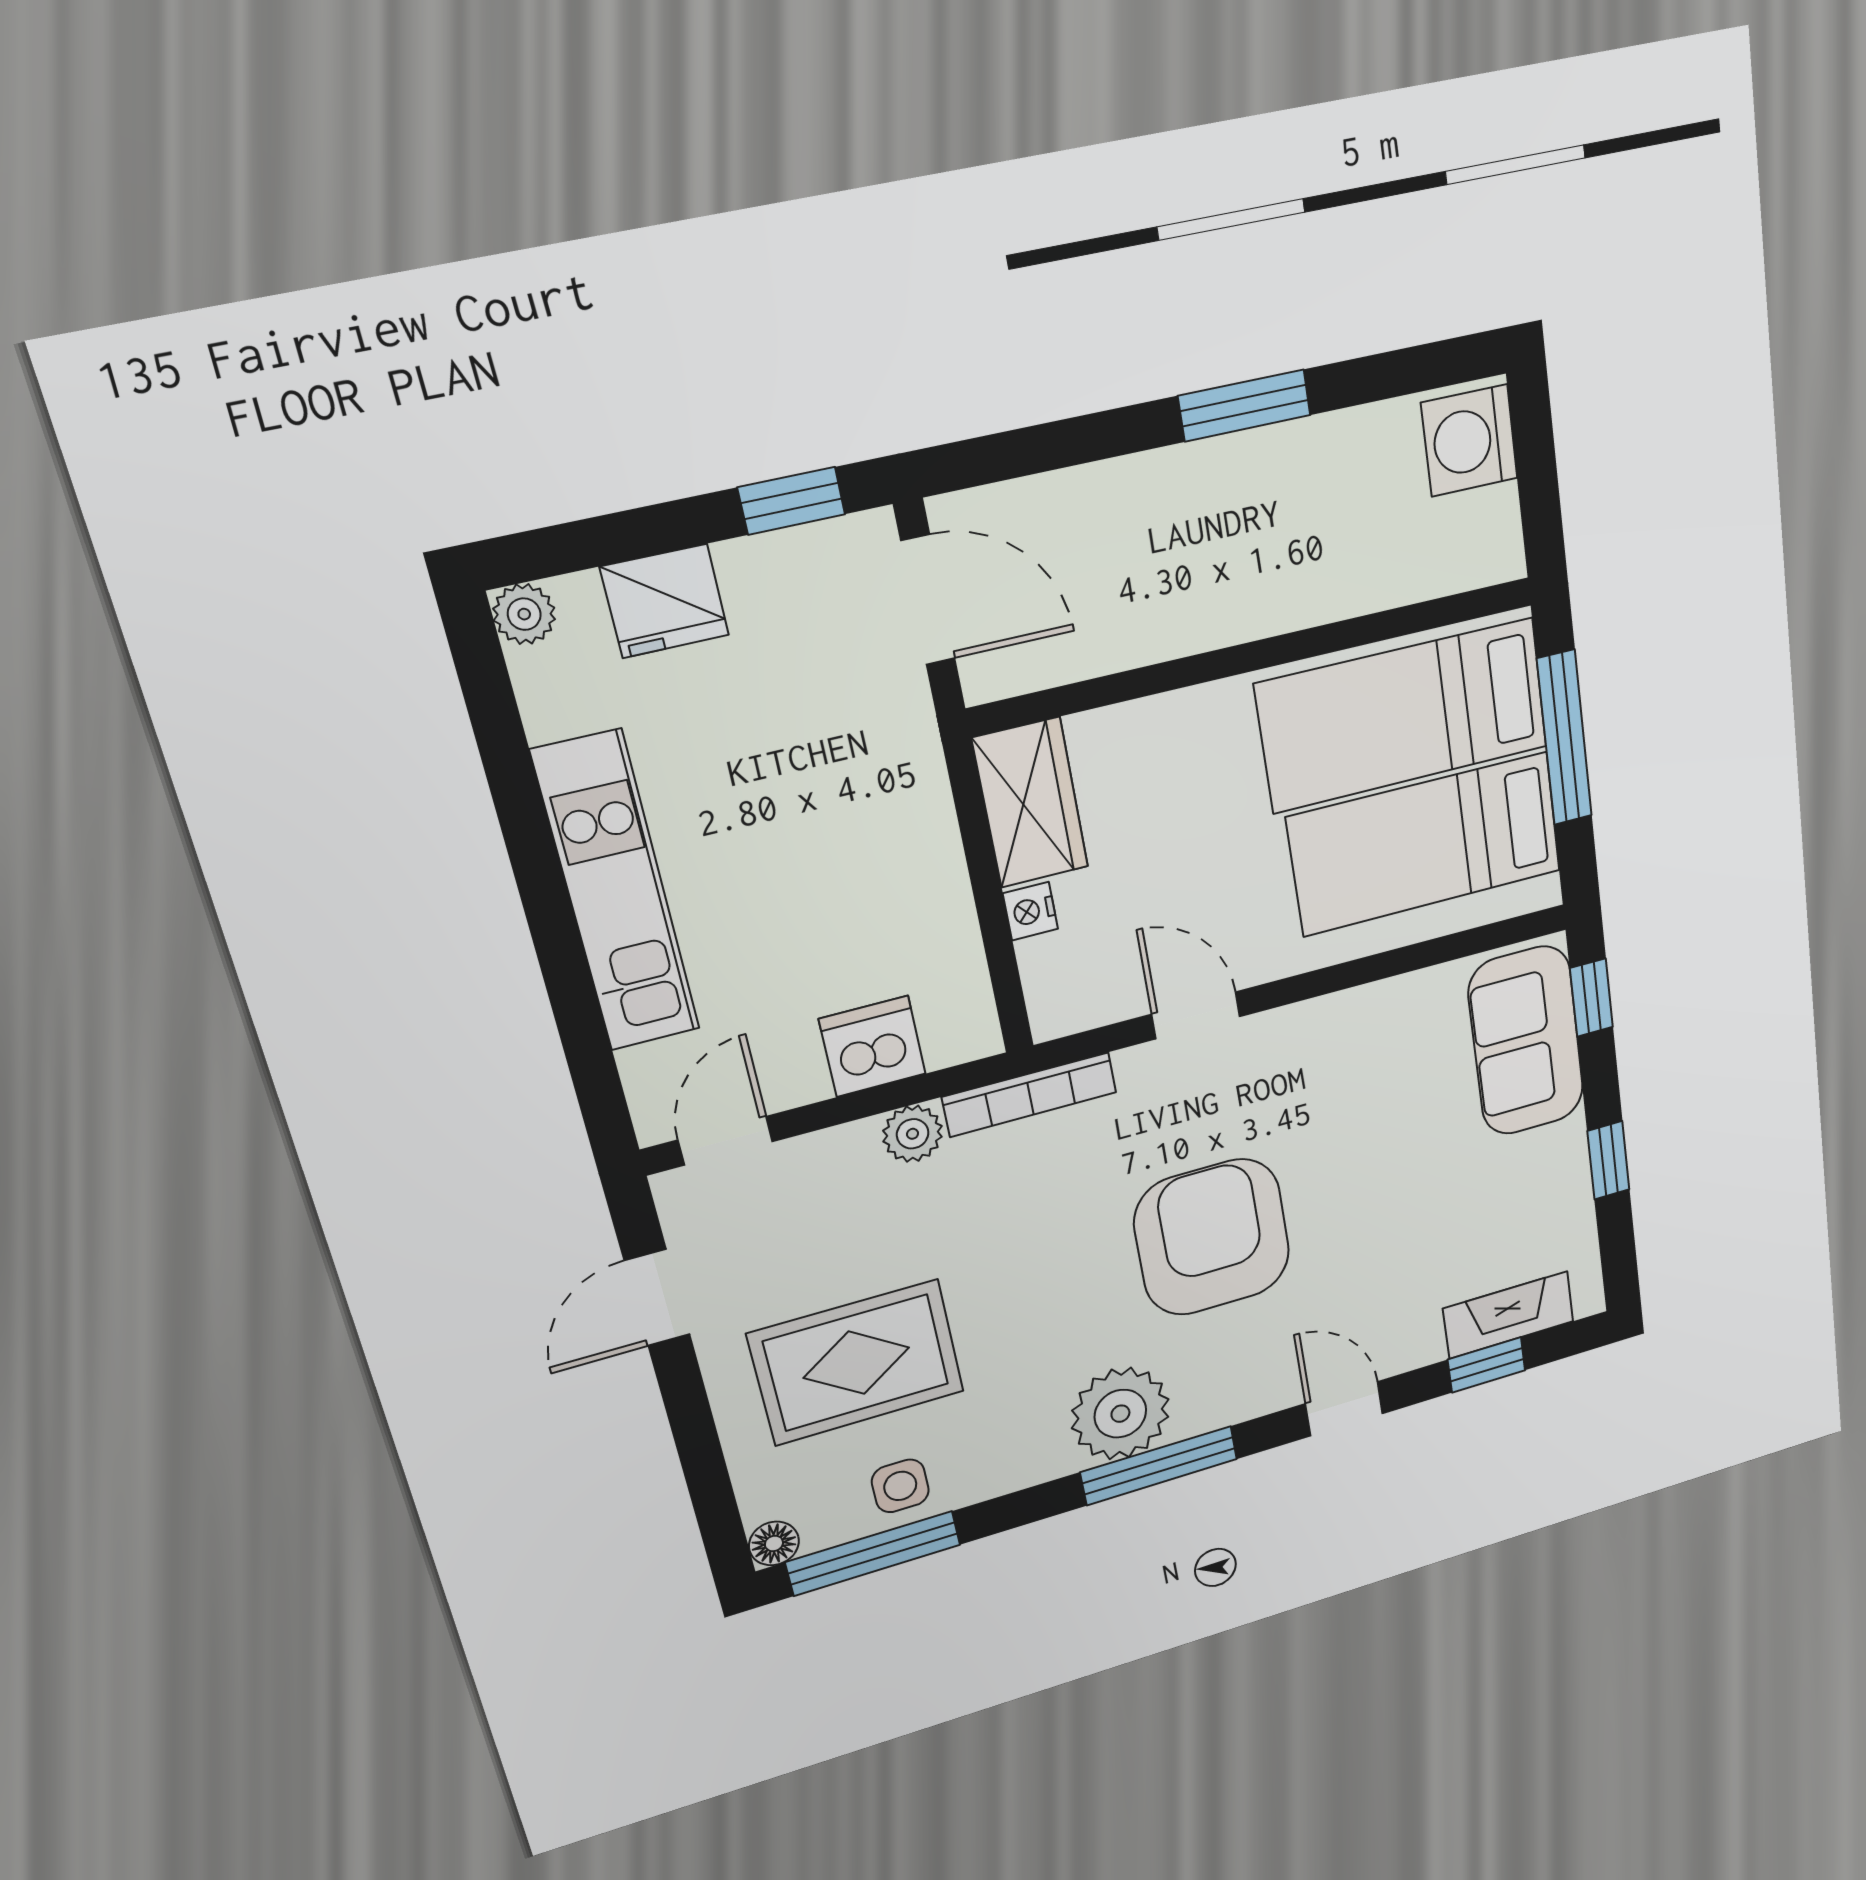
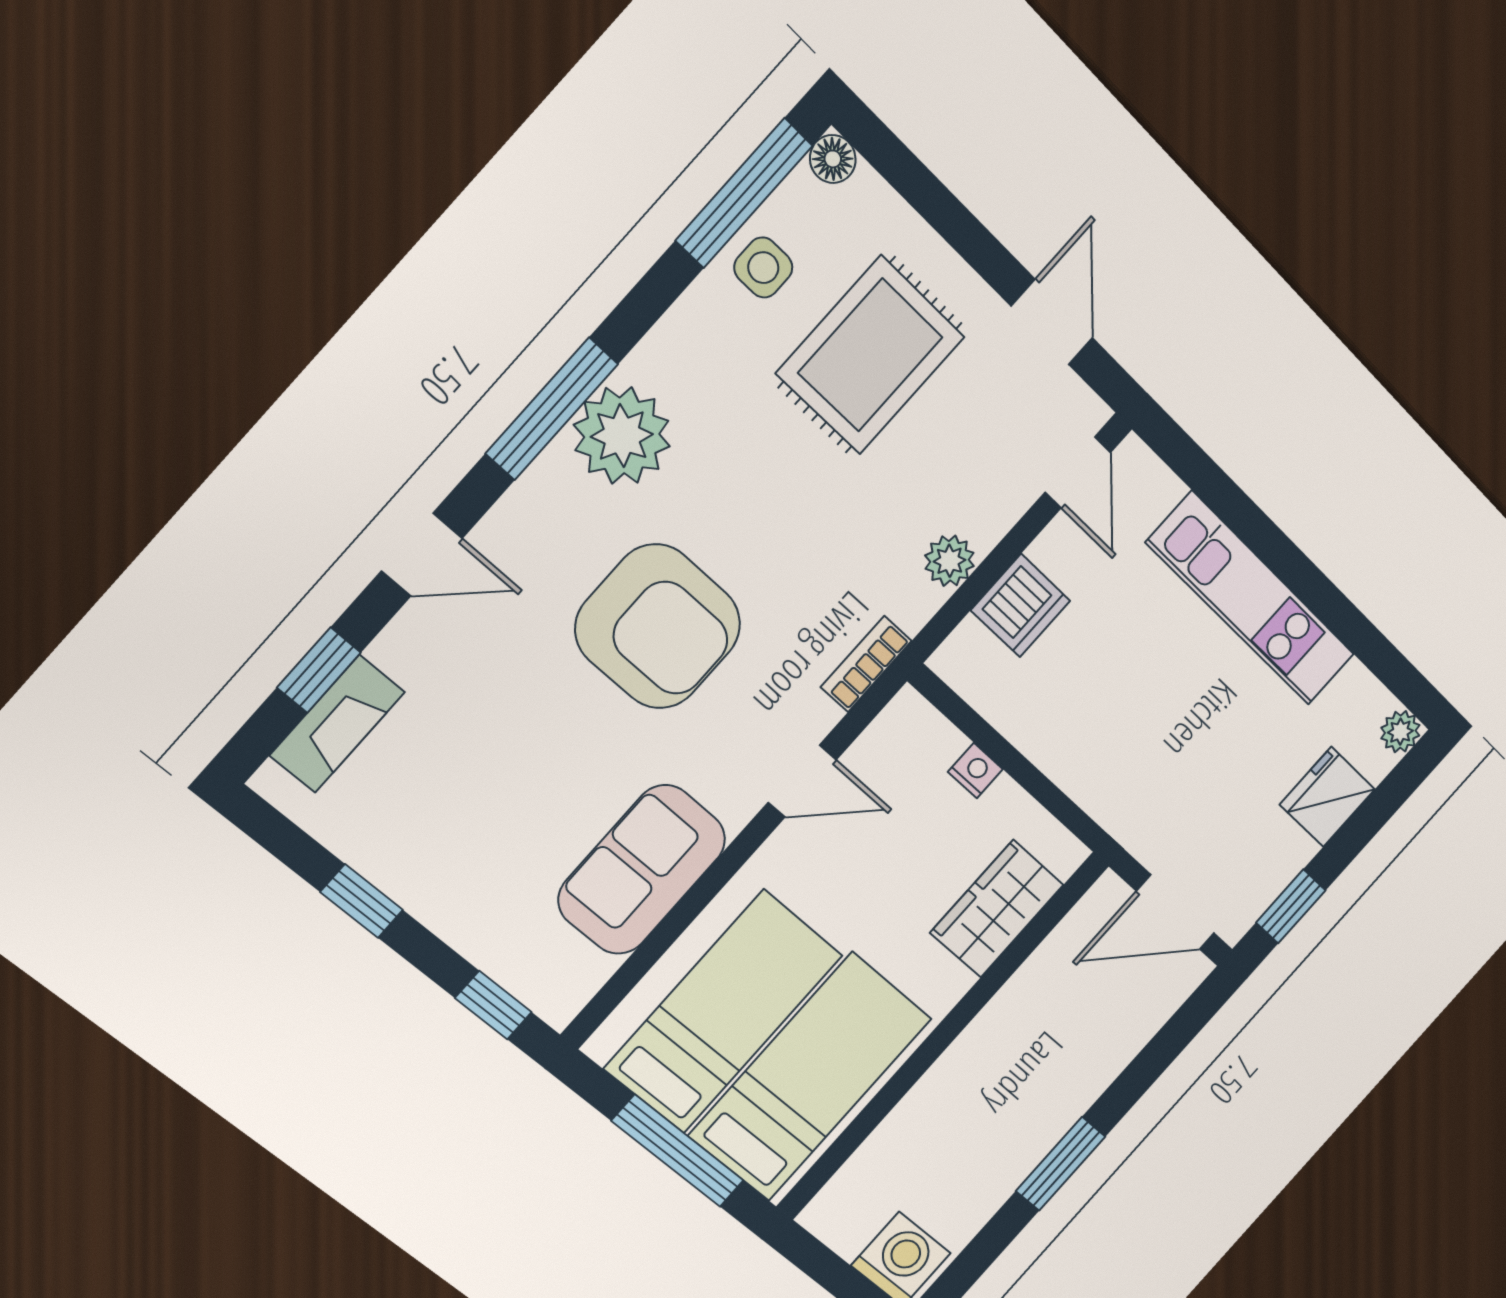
wardrobe: (1030, 803) -> (997, 909), moved, turned 90
sofa: (1526, 1041) -> (642, 870), moved, turned -90
bookcase: (1029, 1095) -> (866, 664), width x0.64

